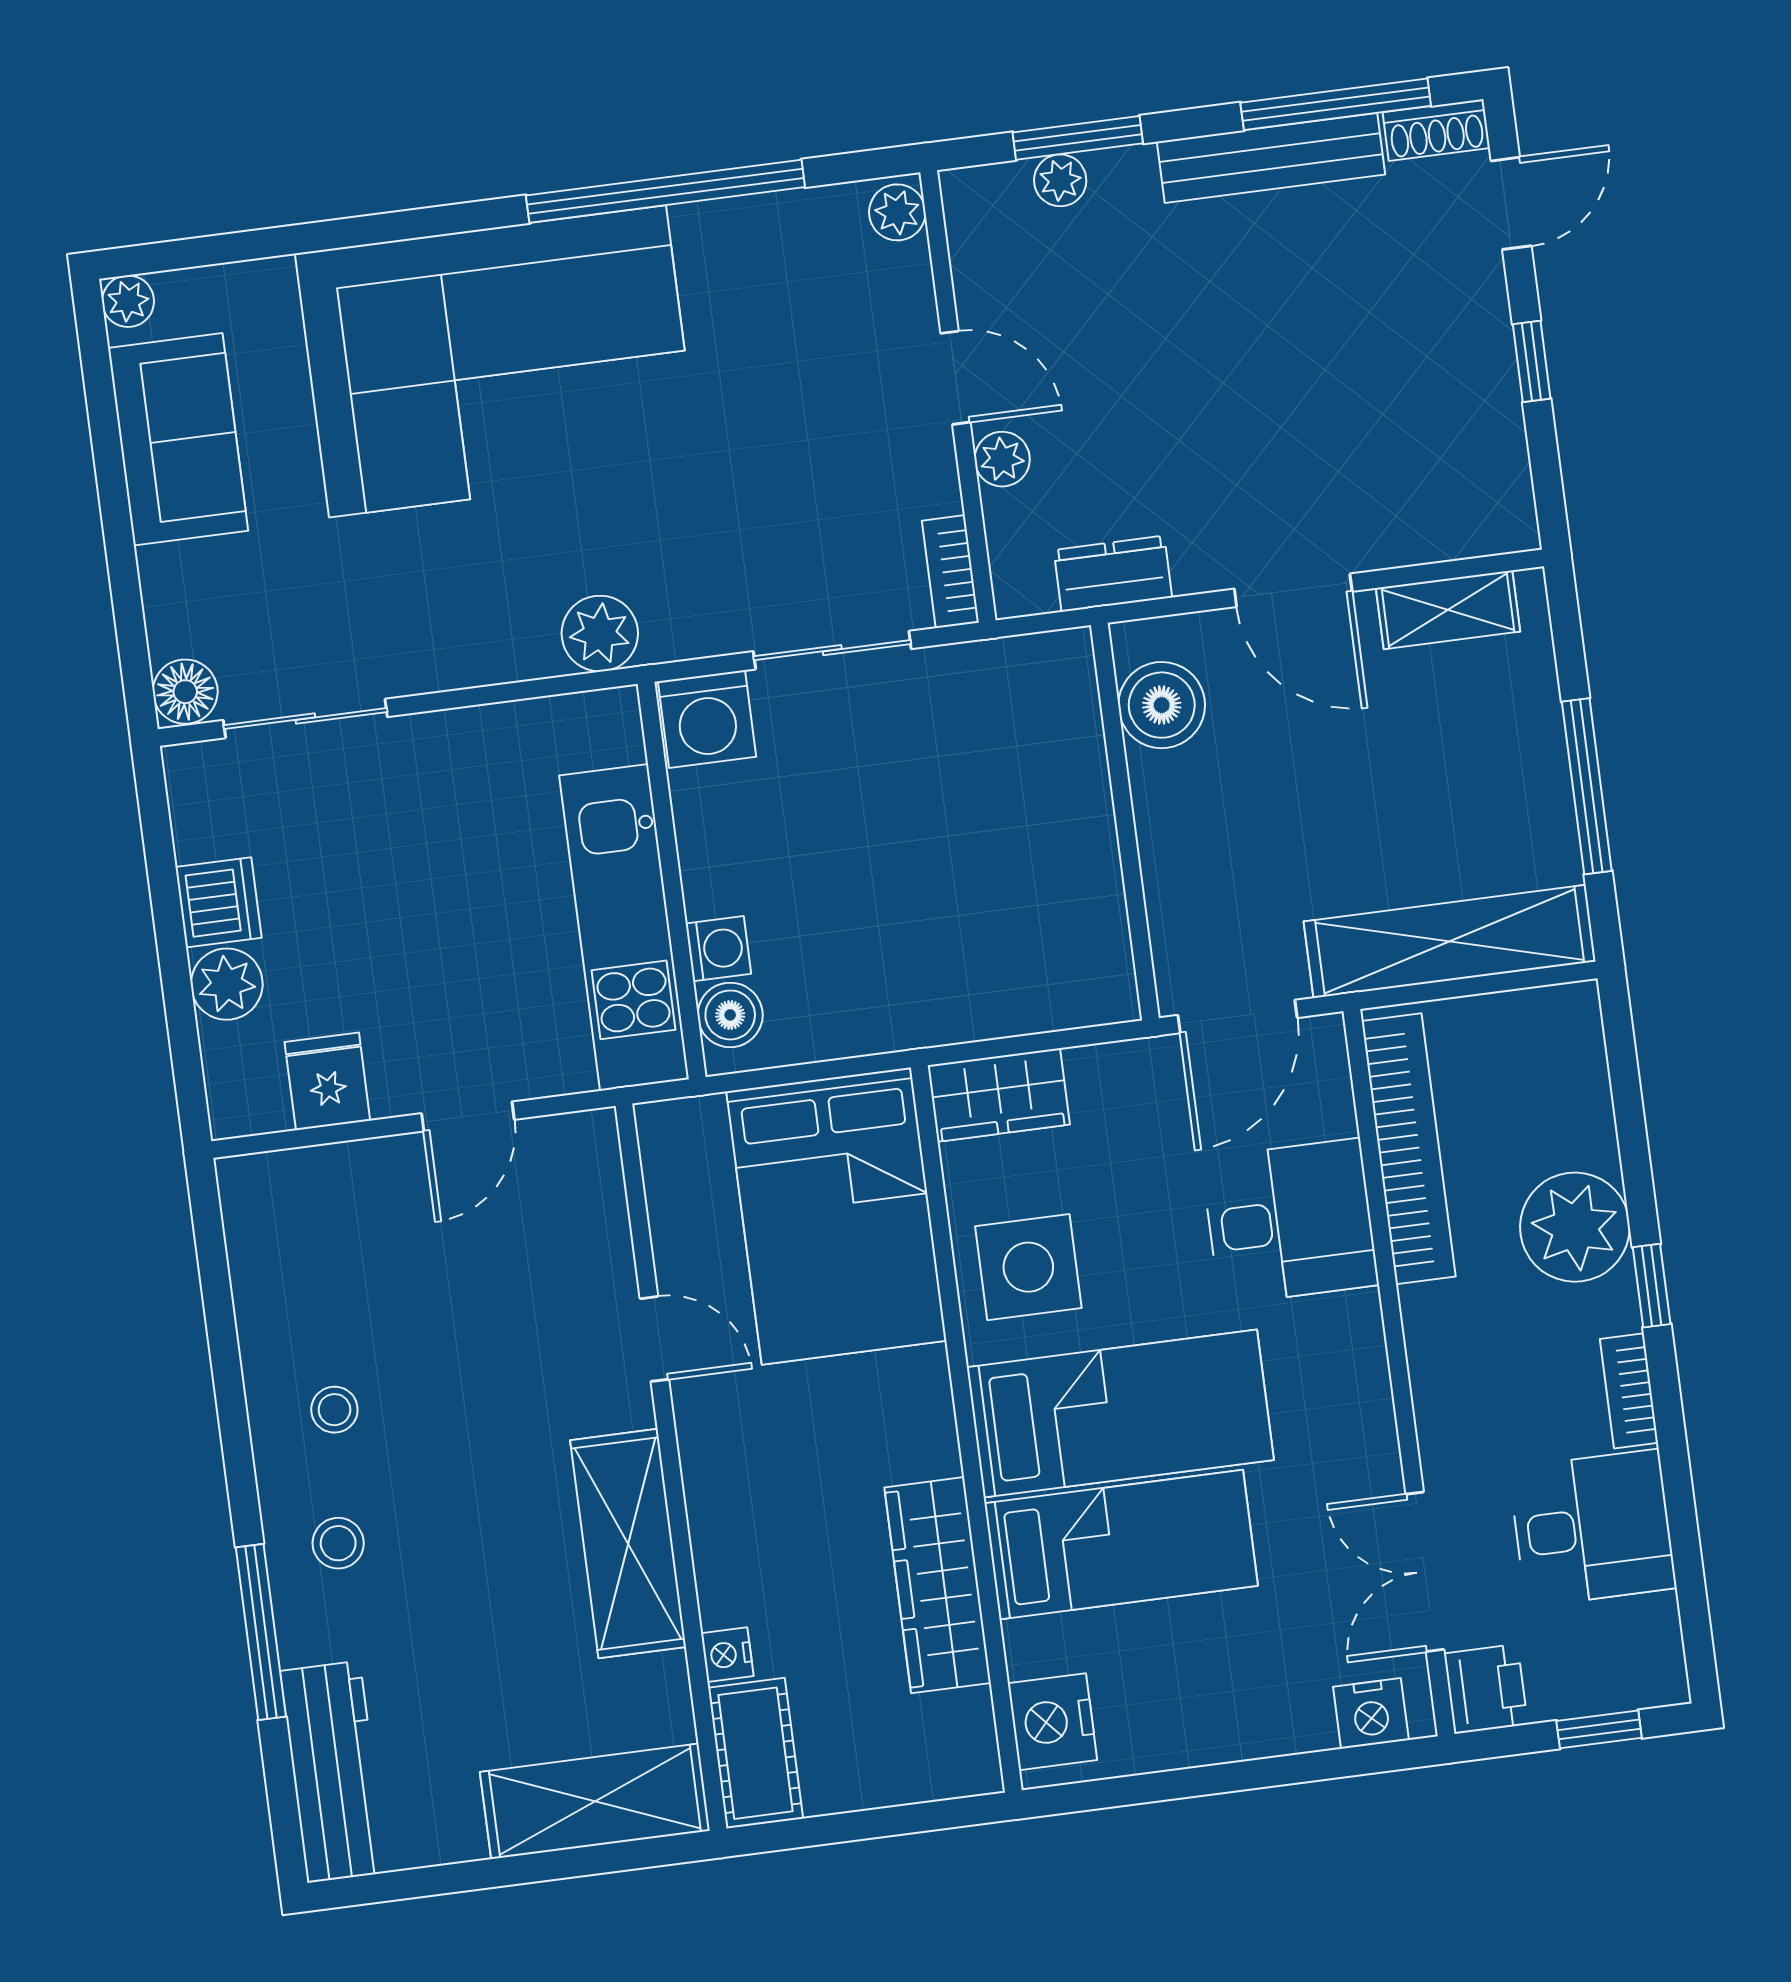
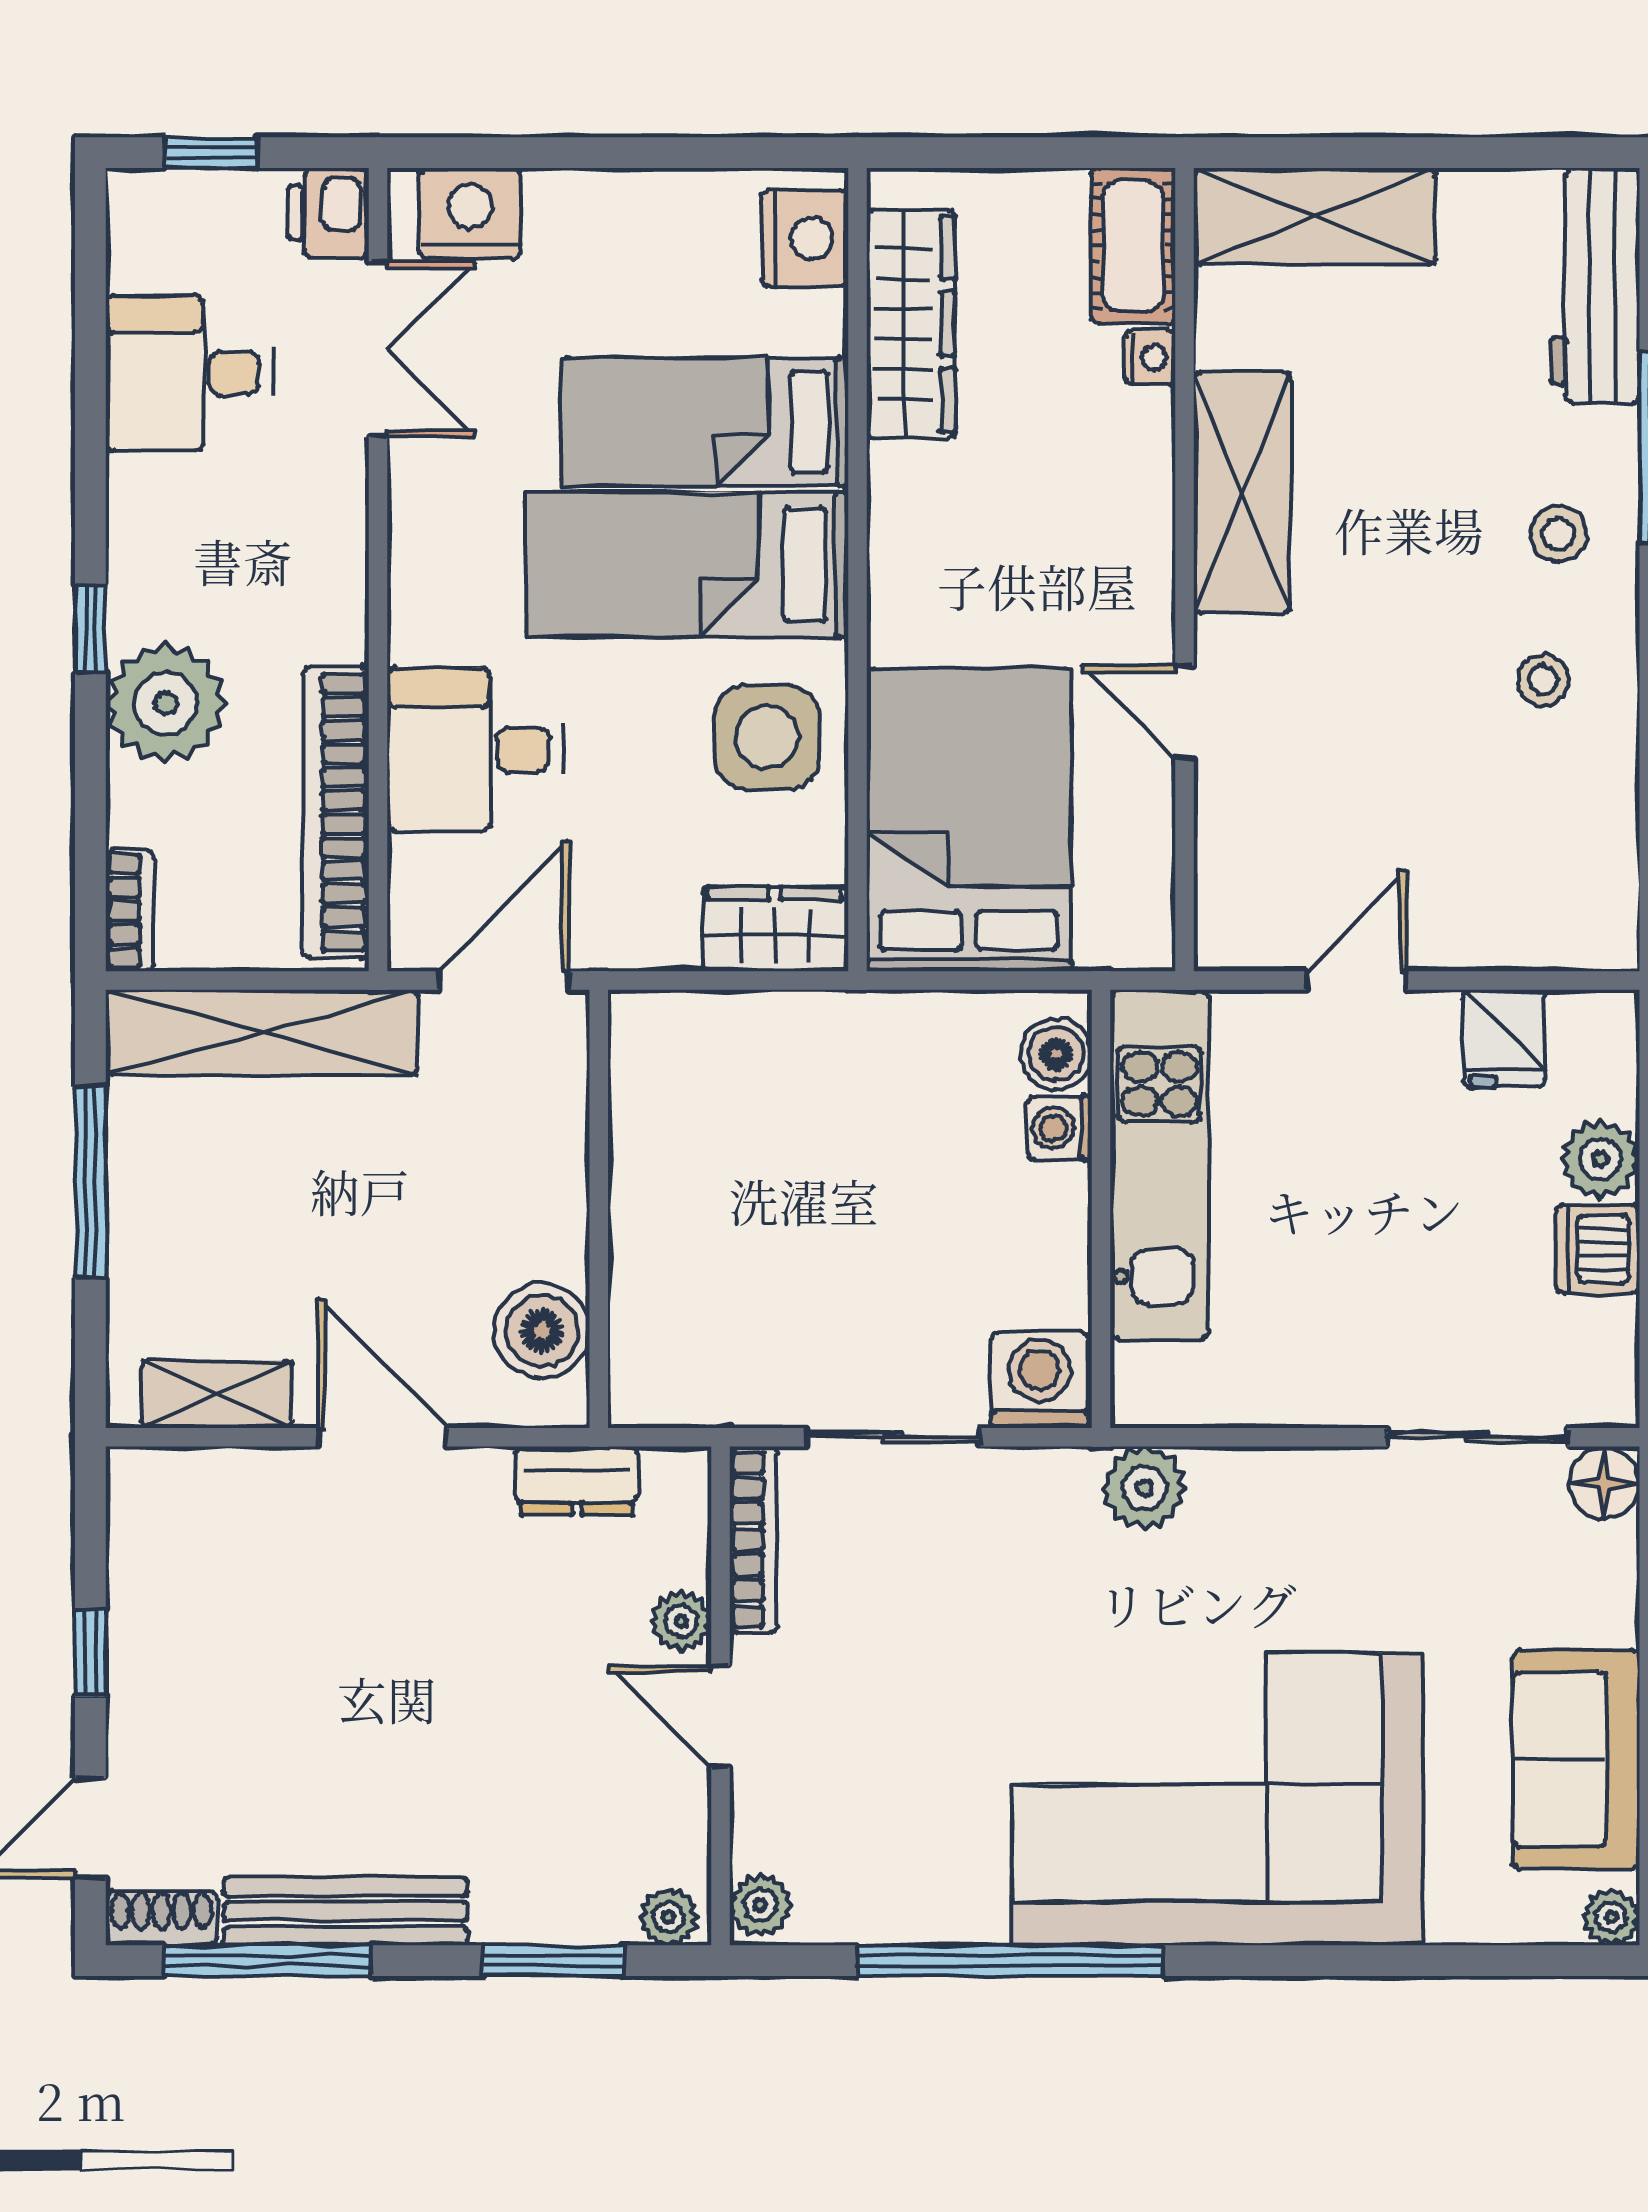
plant: (1060, 180) -> (669, 1917), moved
bookcase: (950, 572) -> (753, 1540), width x1.56
bookcase: (1629, 1391) -> (130, 911), moved
wardrobe: (938, 1585) -> (911, 324), moved
nightstand: (1371, 1713) -> (470, 214), width x1.36, depth x1.33

